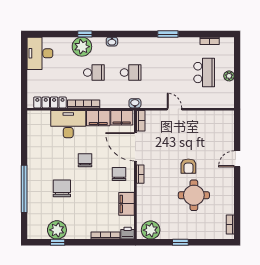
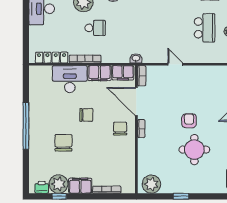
school desk: (131, 73) -> (132, 28), removed
chair: (85, 160) -> (86, 115), turned 90
armchair: (188, 166) -> (189, 121), turned 180
window: (24, 189) -> (26, 126), moved
filing cabinet: (127, 204) -> (80, 186), moved, turned 90
printer: (128, 233) -> (42, 187), moved

